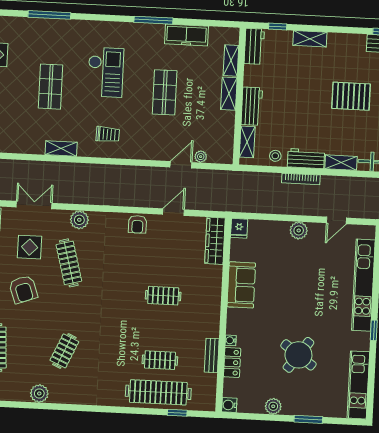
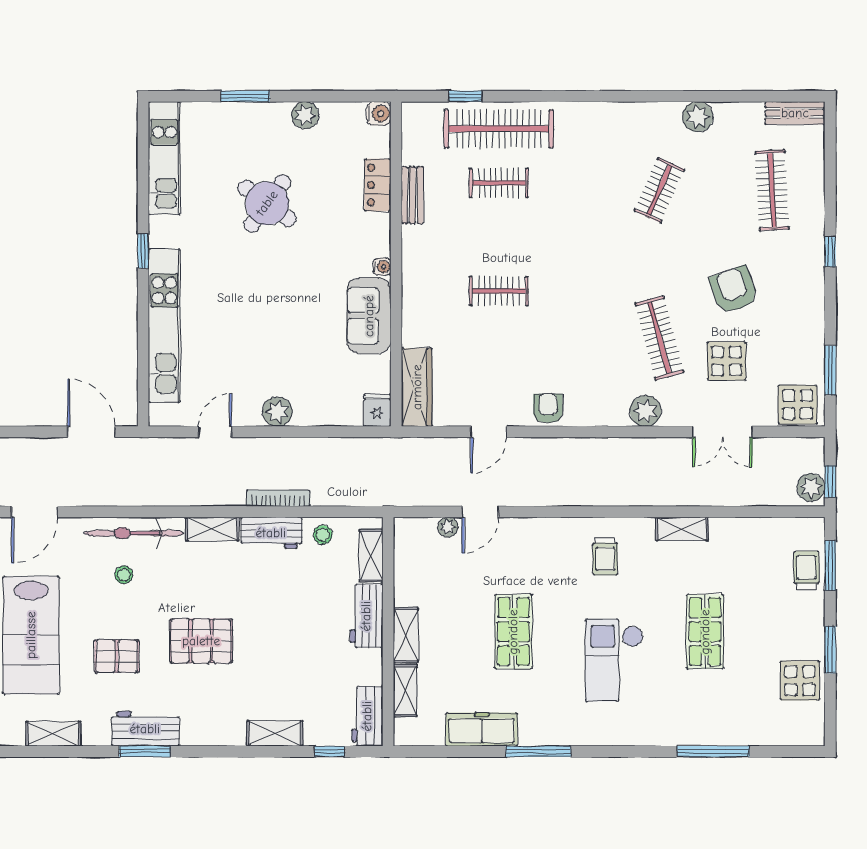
trolley: (108, 134) -> (605, 556), turned -92
water cooler: (231, 340) -> (382, 267), moved

